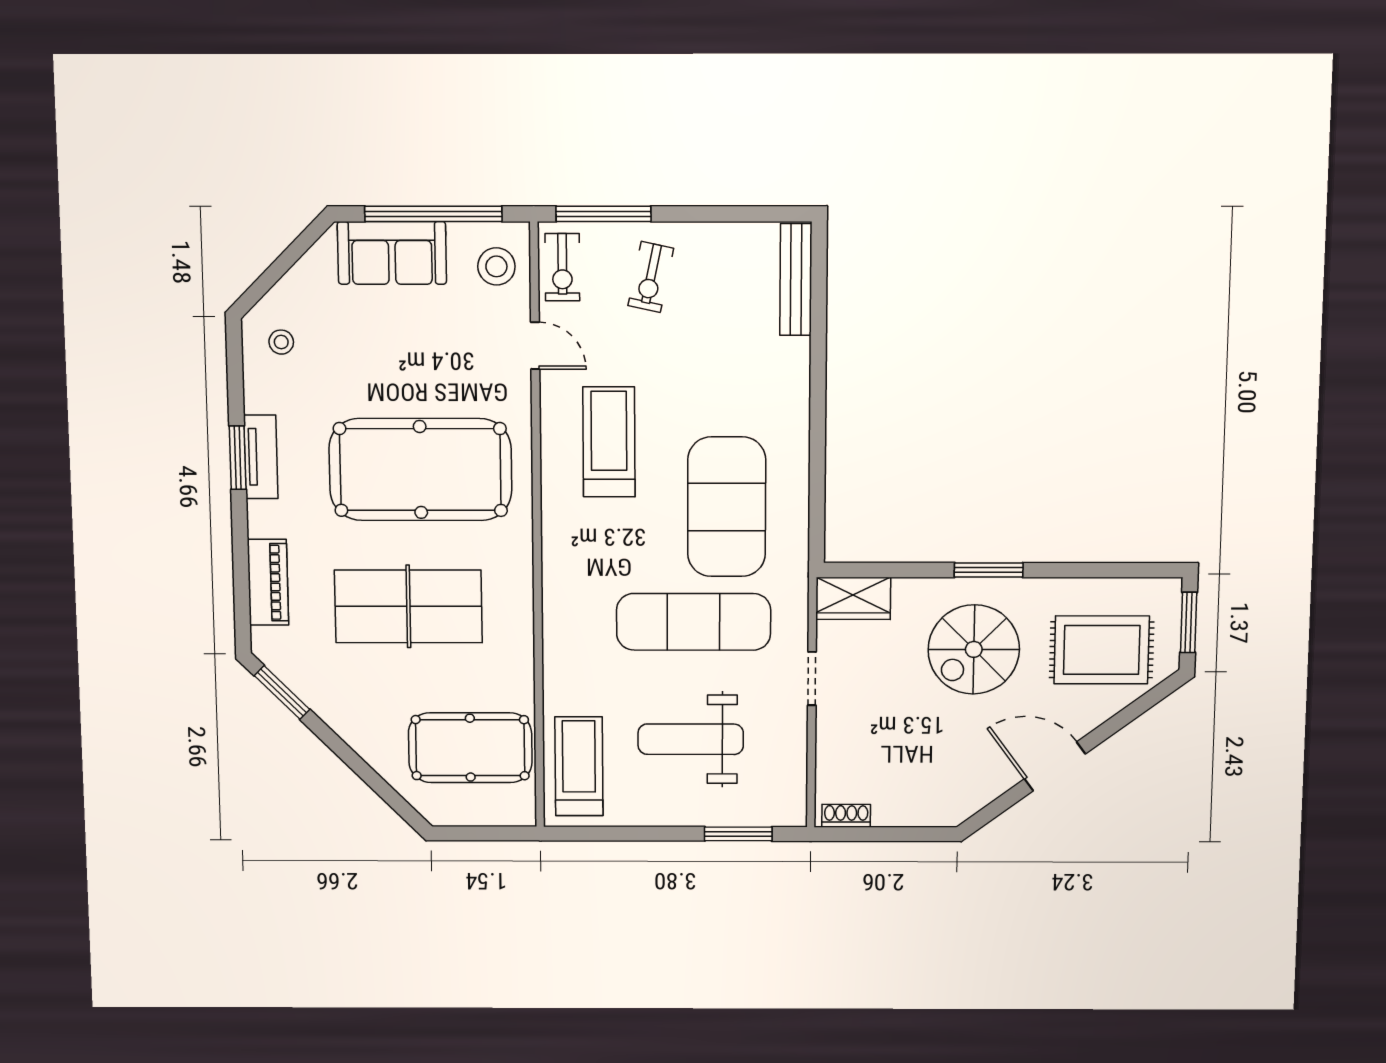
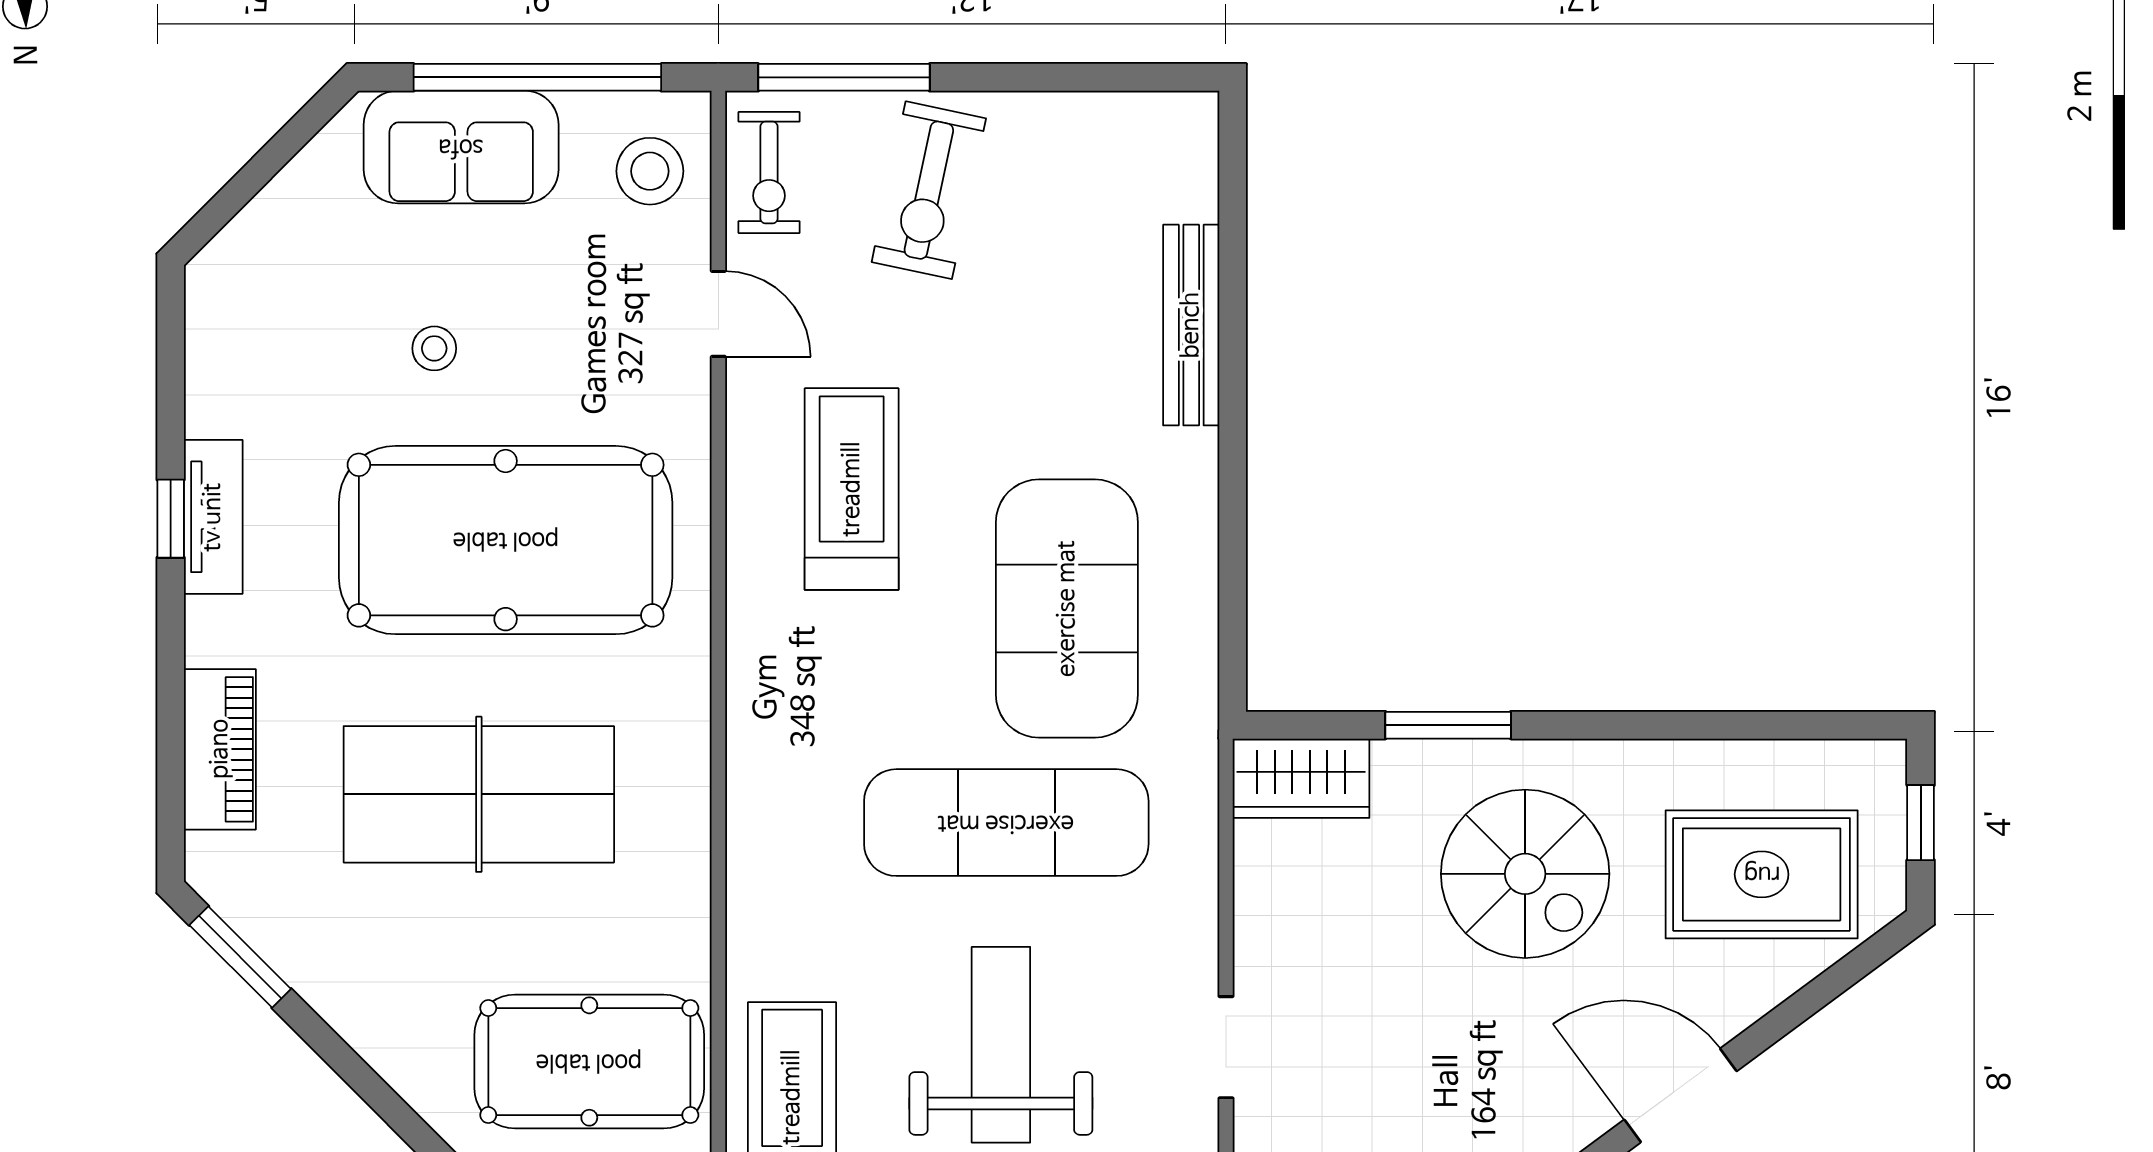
exercise bike: (651, 277) -> (929, 190), width x1.38, depth x1.39
bench: (796, 280) -> (1191, 325), moved
stool: (281, 342) -> (434, 348), moved
window: (238, 458) -> (171, 519), width x0.67
window: (989, 570) -> (1448, 725), moved
window: (1189, 622) -> (1921, 823), width x0.67
spiral stairs: (974, 649) -> (1525, 874), turned -90
doorway: (812, 679) -> (1226, 1047), moved
weight bench: (691, 739) -> (1001, 1045), turned 90

